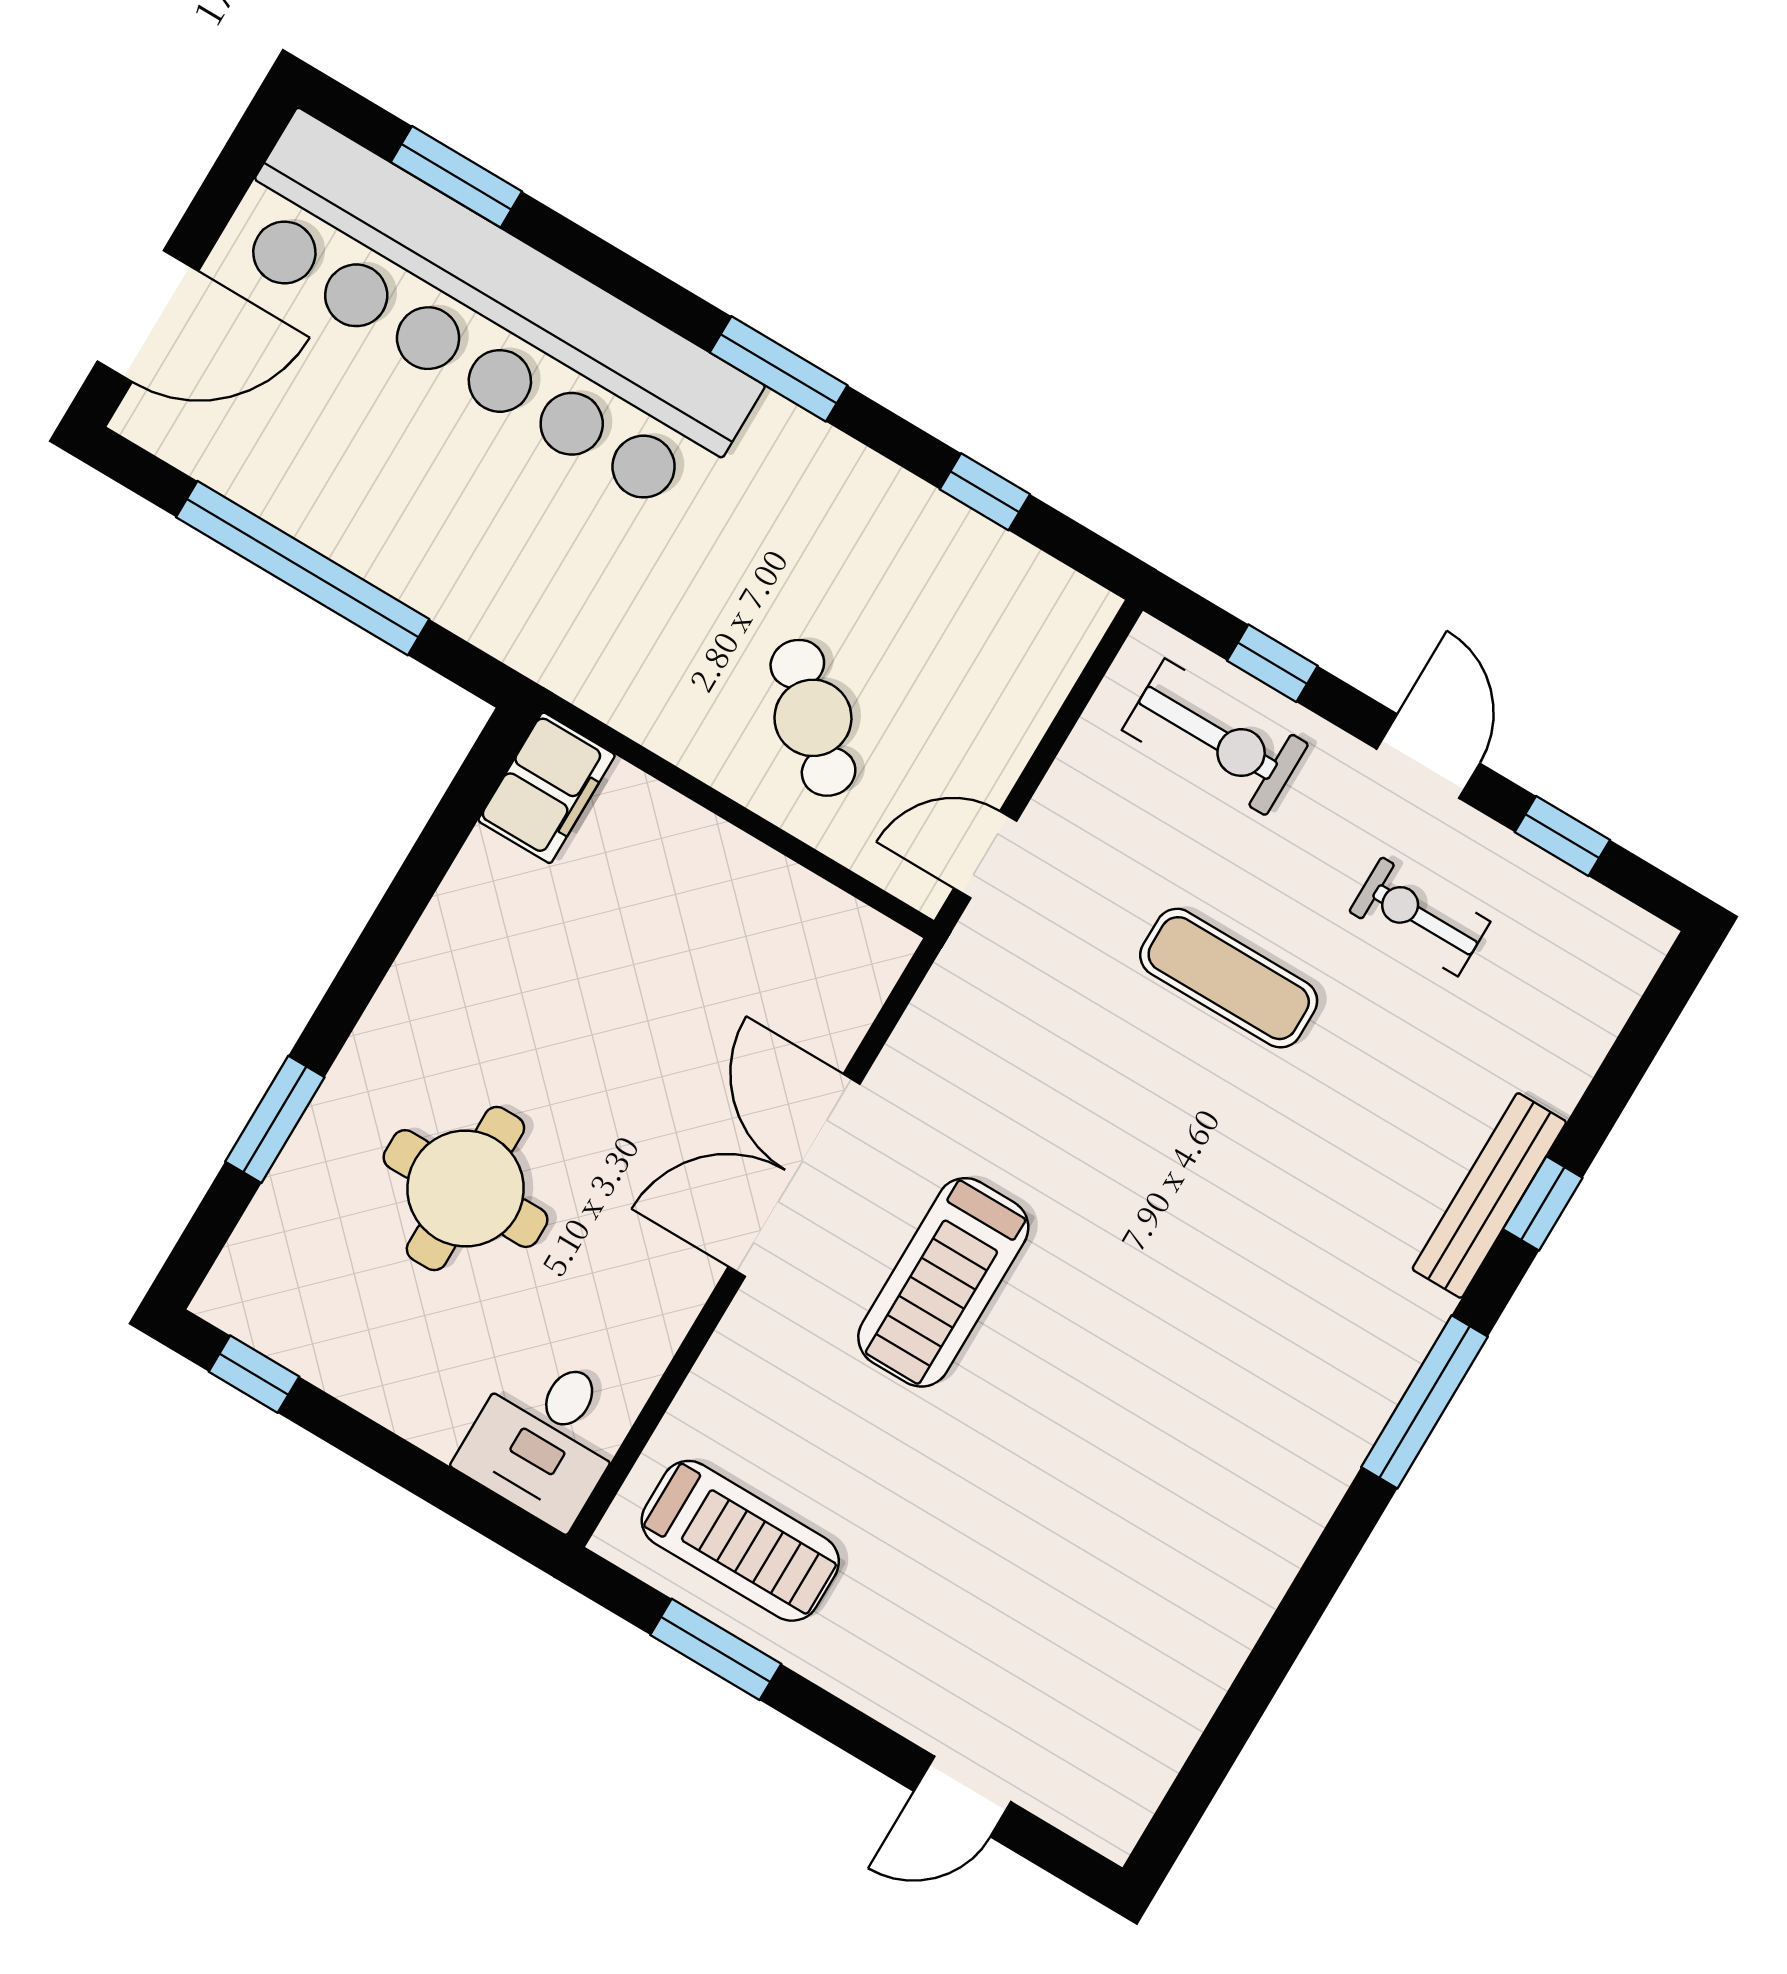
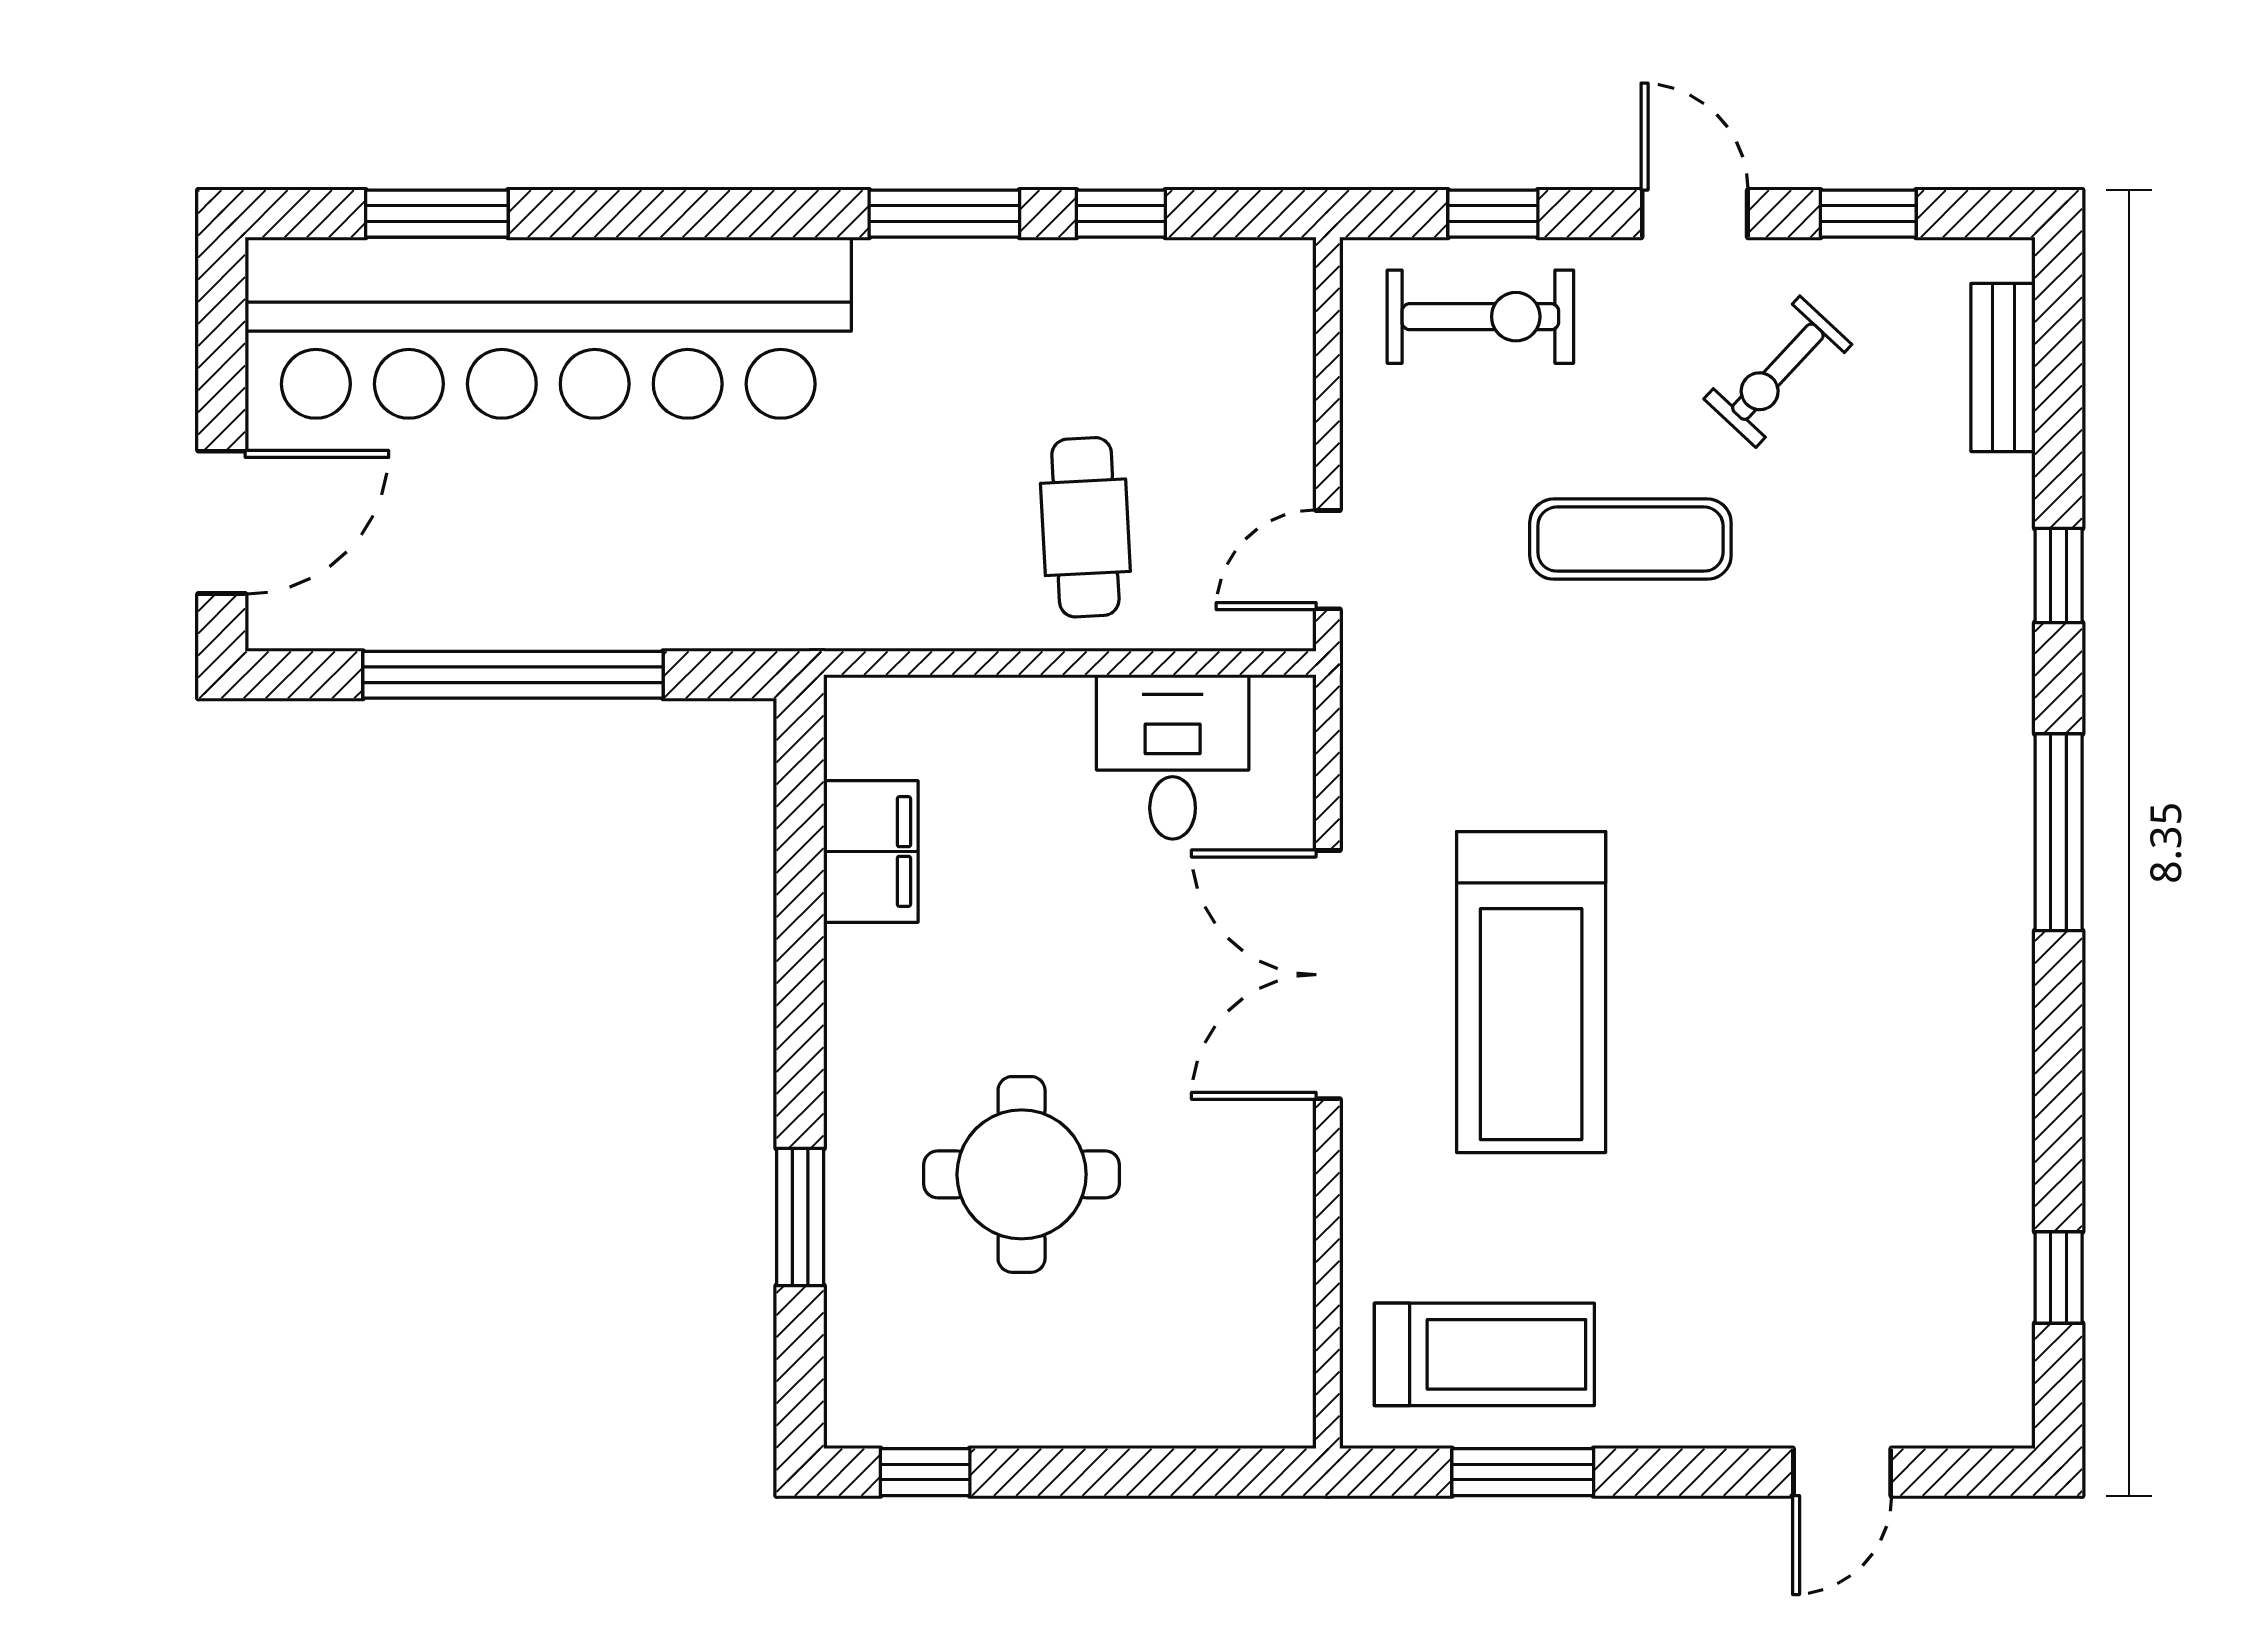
window: (779, 369) -> (944, 214), moved
cafe table: (813, 718) -> (1085, 527), turned 44
filing cabinet: (547, 788) -> (871, 851), moved
exercise bike: (1420, 917) -> (1778, 372), turned -47
bench: (1489, 1196) -> (2003, 367), moved, width x0.73
treadmill: (943, 1282) -> (1531, 992), width x1.37, depth x1.38
desk: (546, 1437) -> (1173, 757), moved, turned 180
window: (1219, 1746) -> (2059, 1277), added

